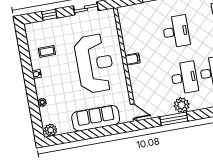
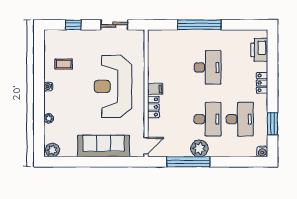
reception desk: (95, 64) -> (113, 86), turned 180
locker: (134, 75) -> (153, 107), added
door: (134, 111) -> (146, 146), hinge flipped
window: (174, 119) -> (188, 162), width x1.46

